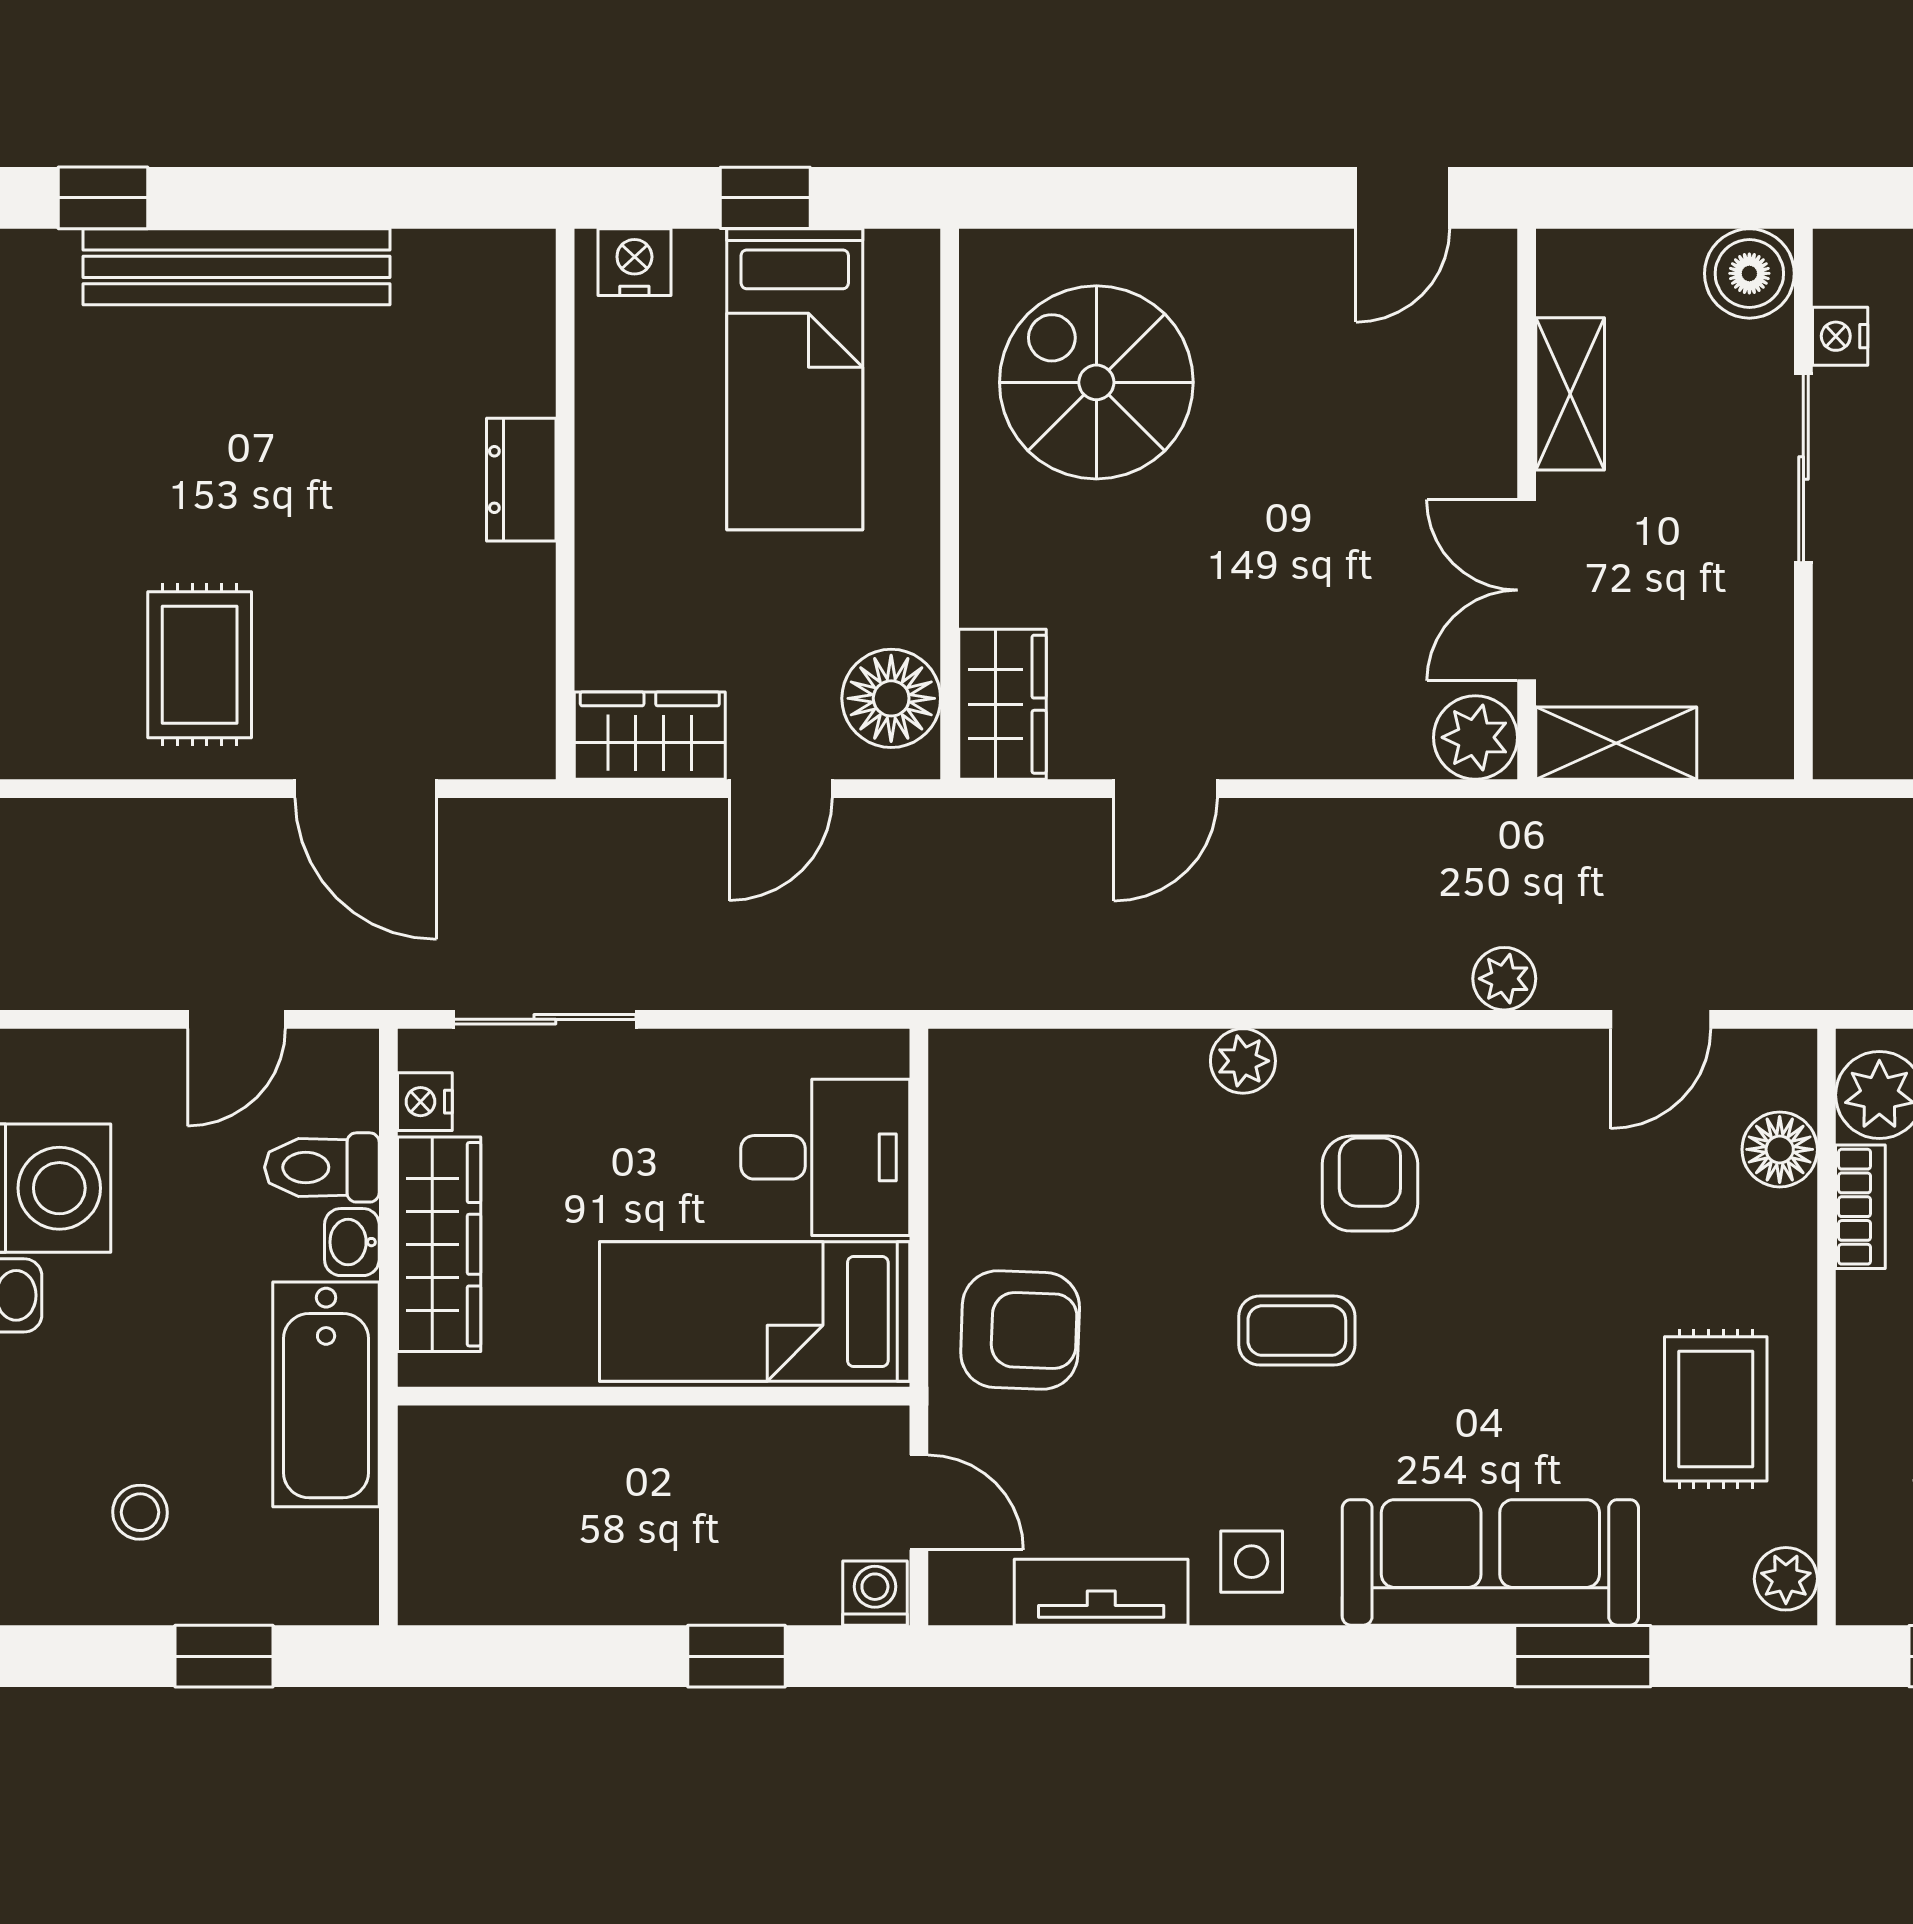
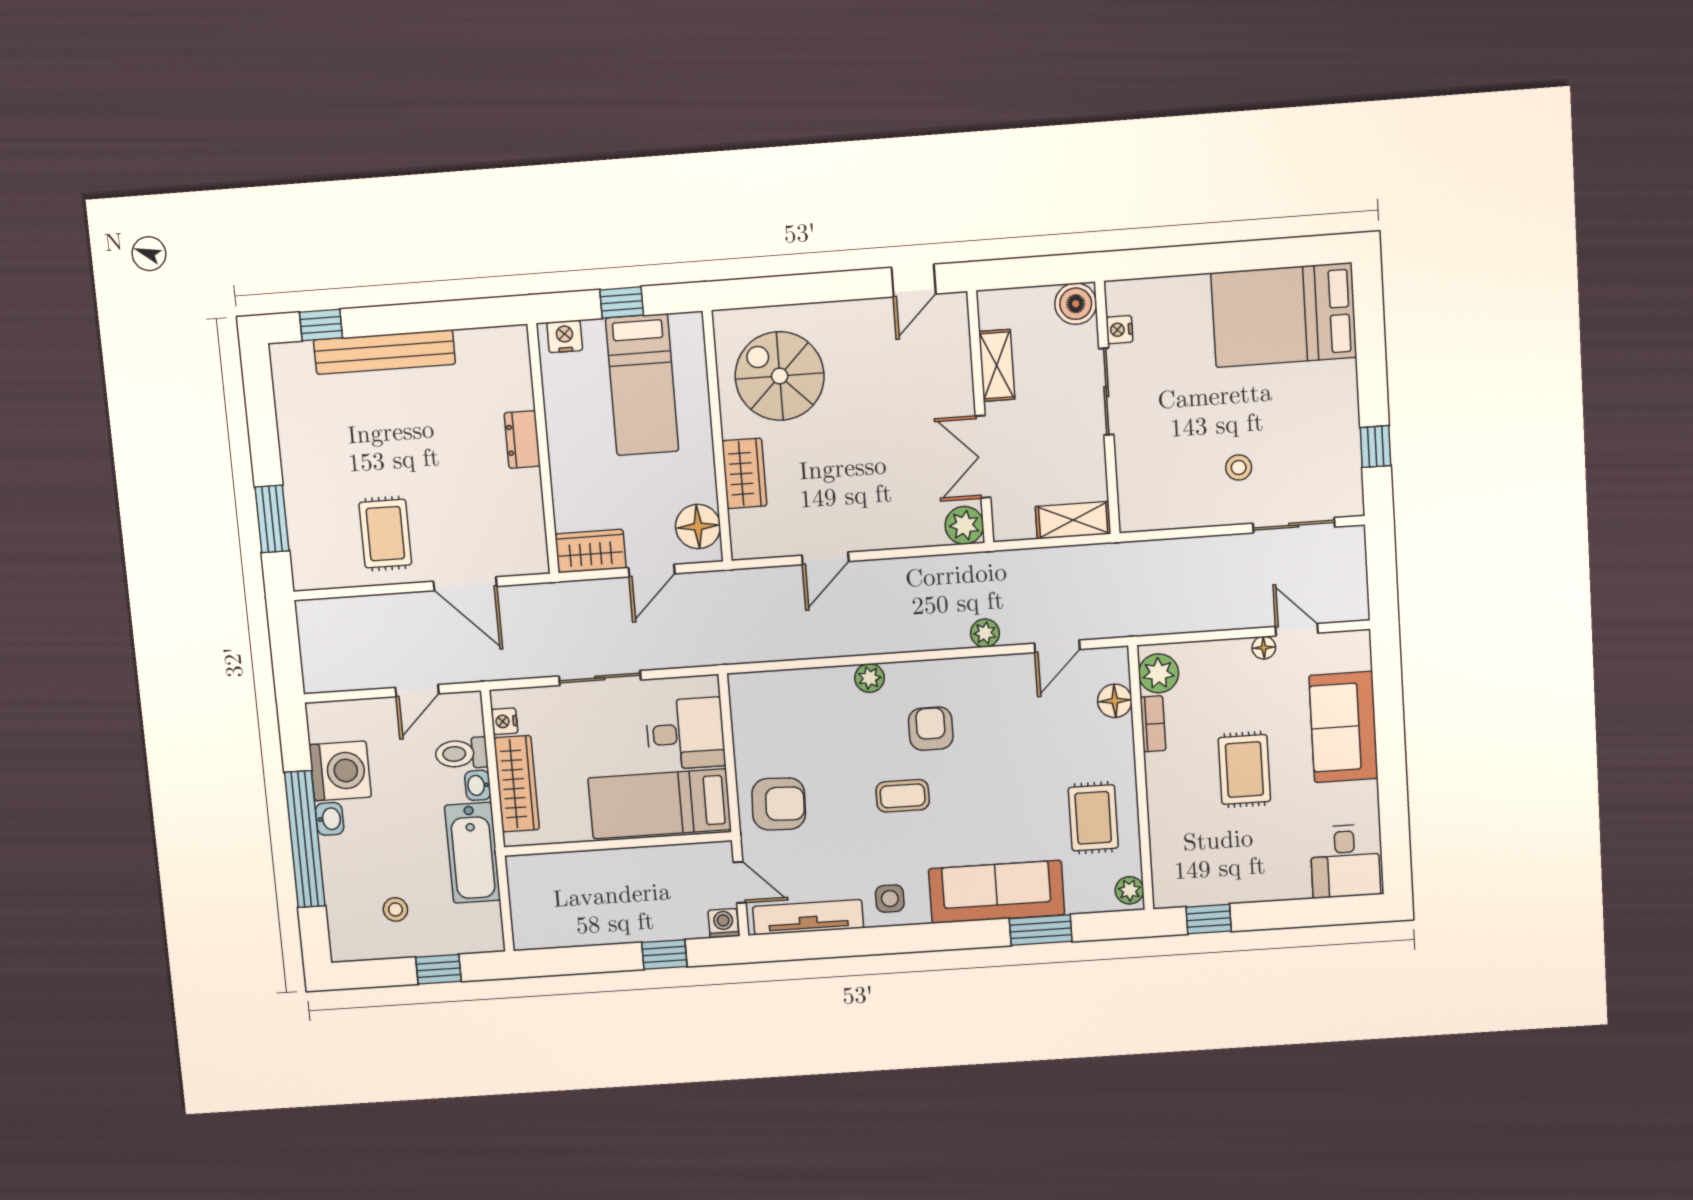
wardrobe: (1003, 704) -> (744, 473), moved
shelving: (1616, 743) -> (1073, 520), moved
sliding door: (545, 1019) -> (600, 678), moved
tv unit: (1101, 1592) -> (808, 917), width x1.41

